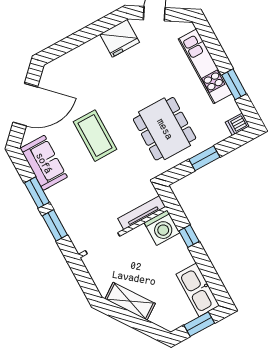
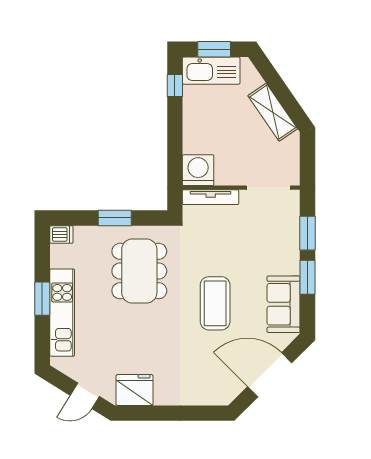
window: (234, 84) -> (42, 299), moved
window: (189, 236) -> (175, 85), moved
kitchen sink: (198, 290) -> (211, 71), moved, turned 90

